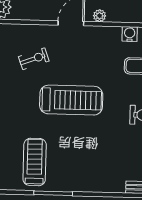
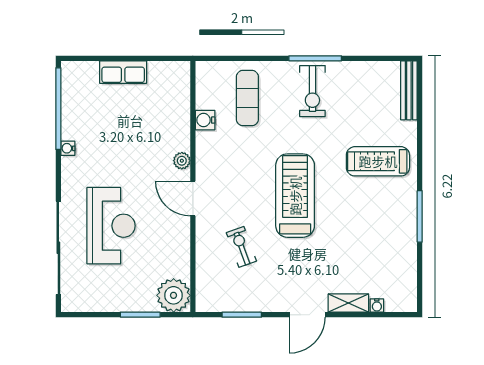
treadmill: (35, 162) -> (378, 161), moved

